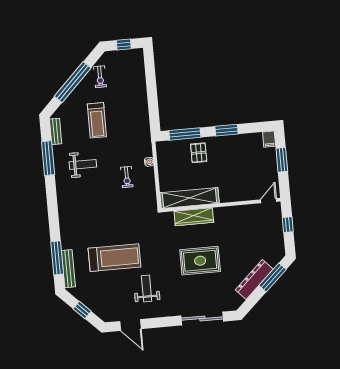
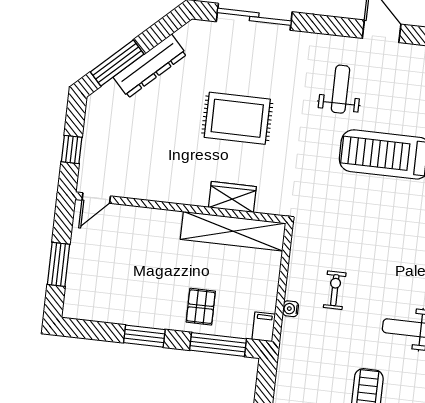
filing cabinet: (269, 139) -> (264, 327), moved
wardrobe: (194, 217) -> (232, 197), width x0.67
weight bench: (147, 289) -> (340, 89), turned 180

